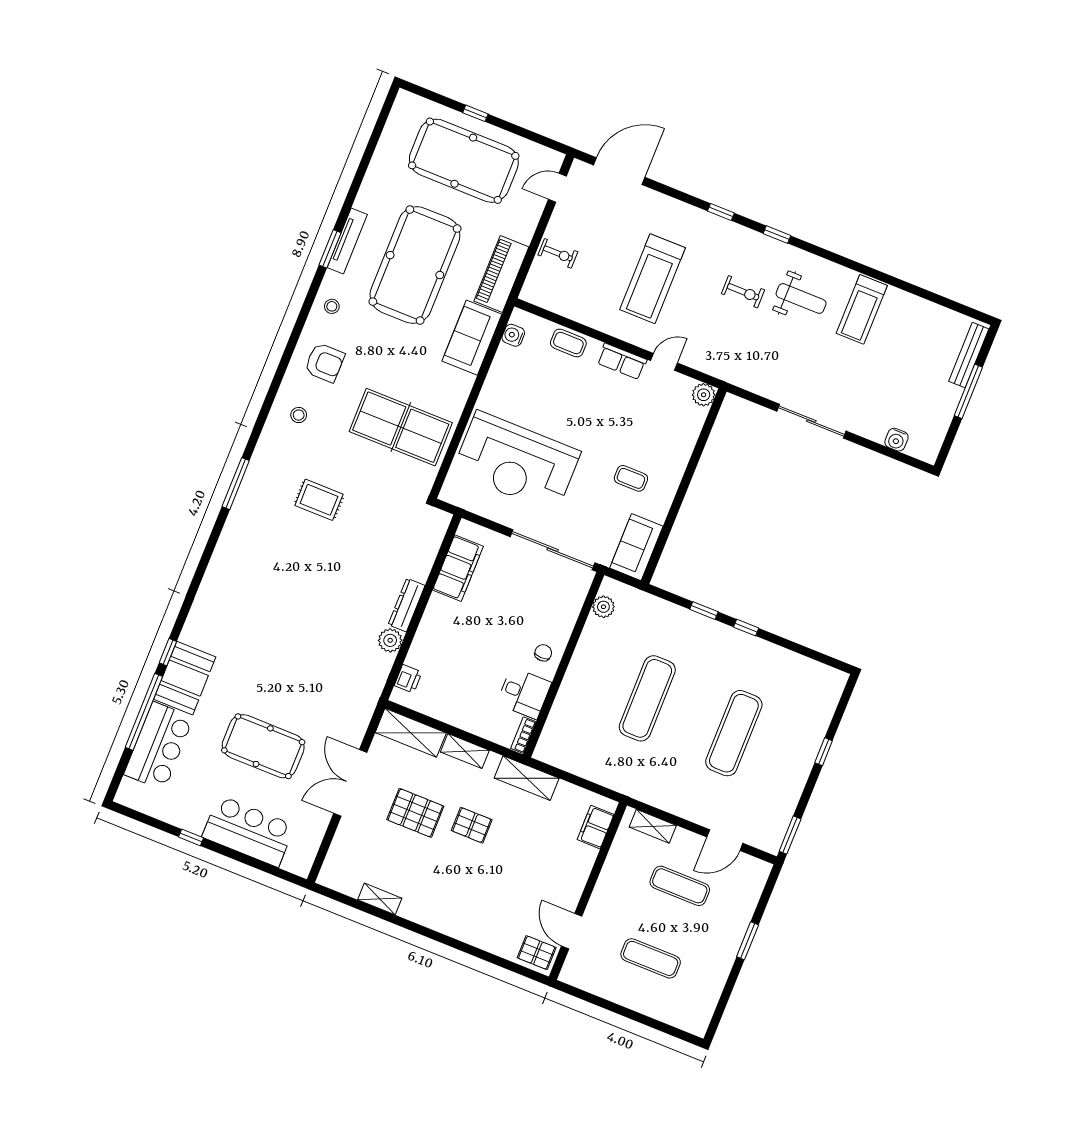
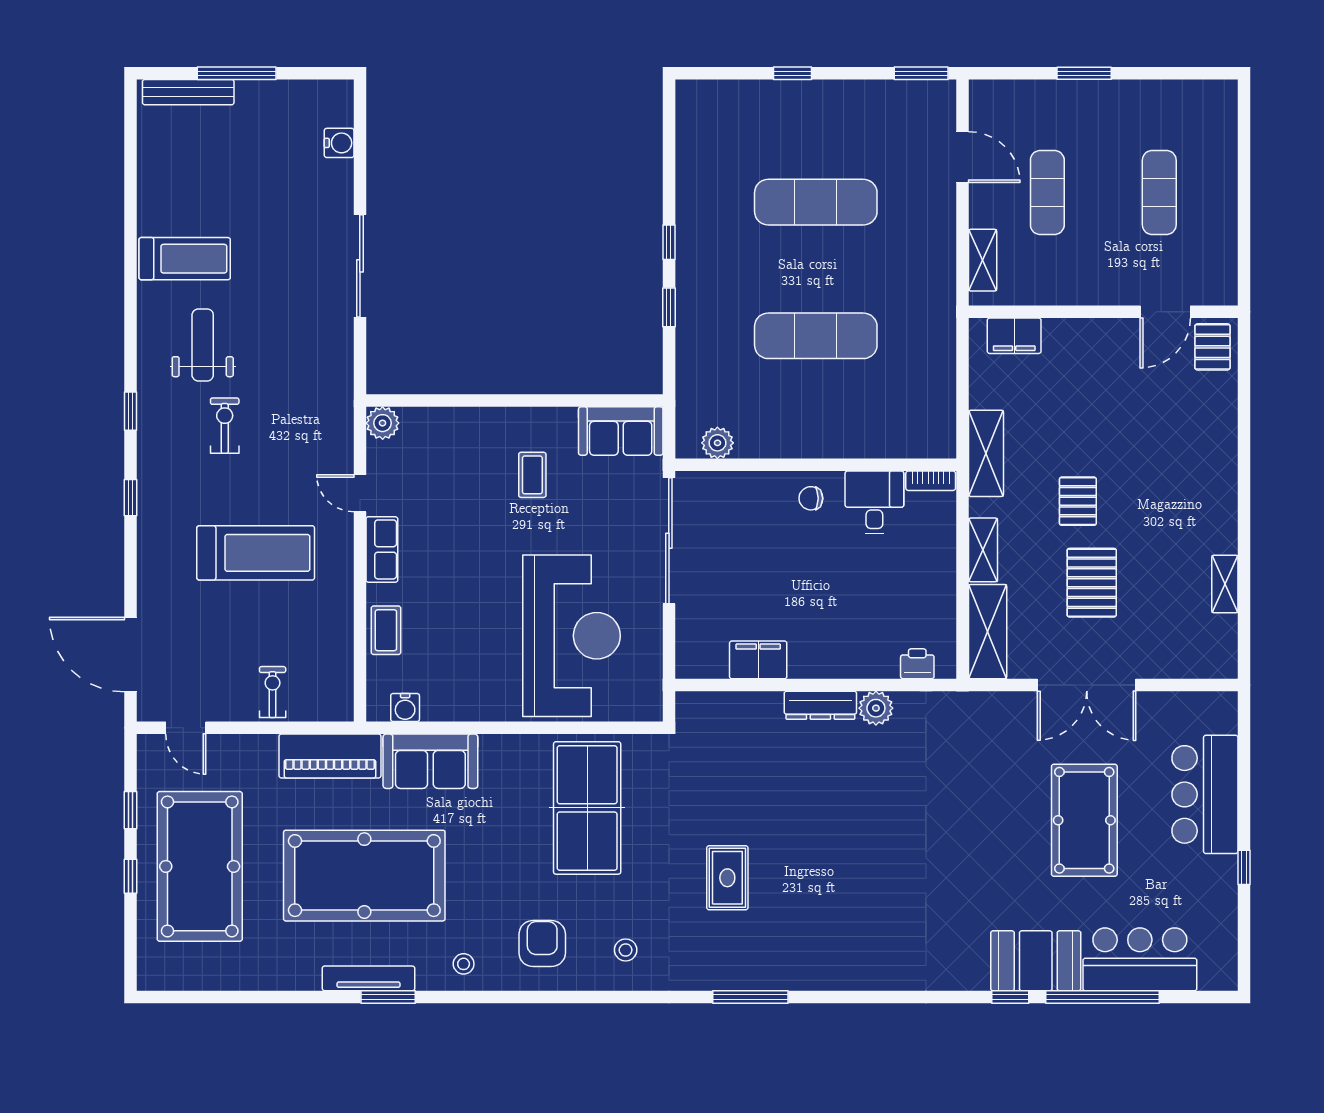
window: (518, 131) -> (131, 810), added
filing cabinet: (458, 568) -> (758, 660), width x0.67, depth x0.86

